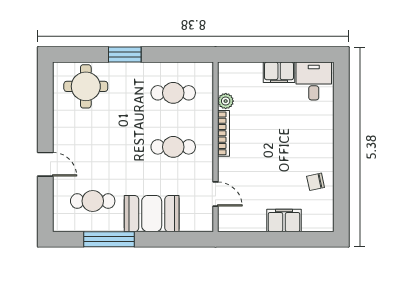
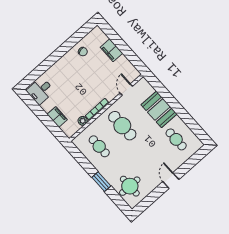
filing cabinet: (279, 72) -> (57, 117), moved
cafe table: (173, 147) -> (122, 126), width x1.37, depth x1.35
door: (45, 164) -> (171, 181), moved
window: (109, 239) -> (186, 118), removed

